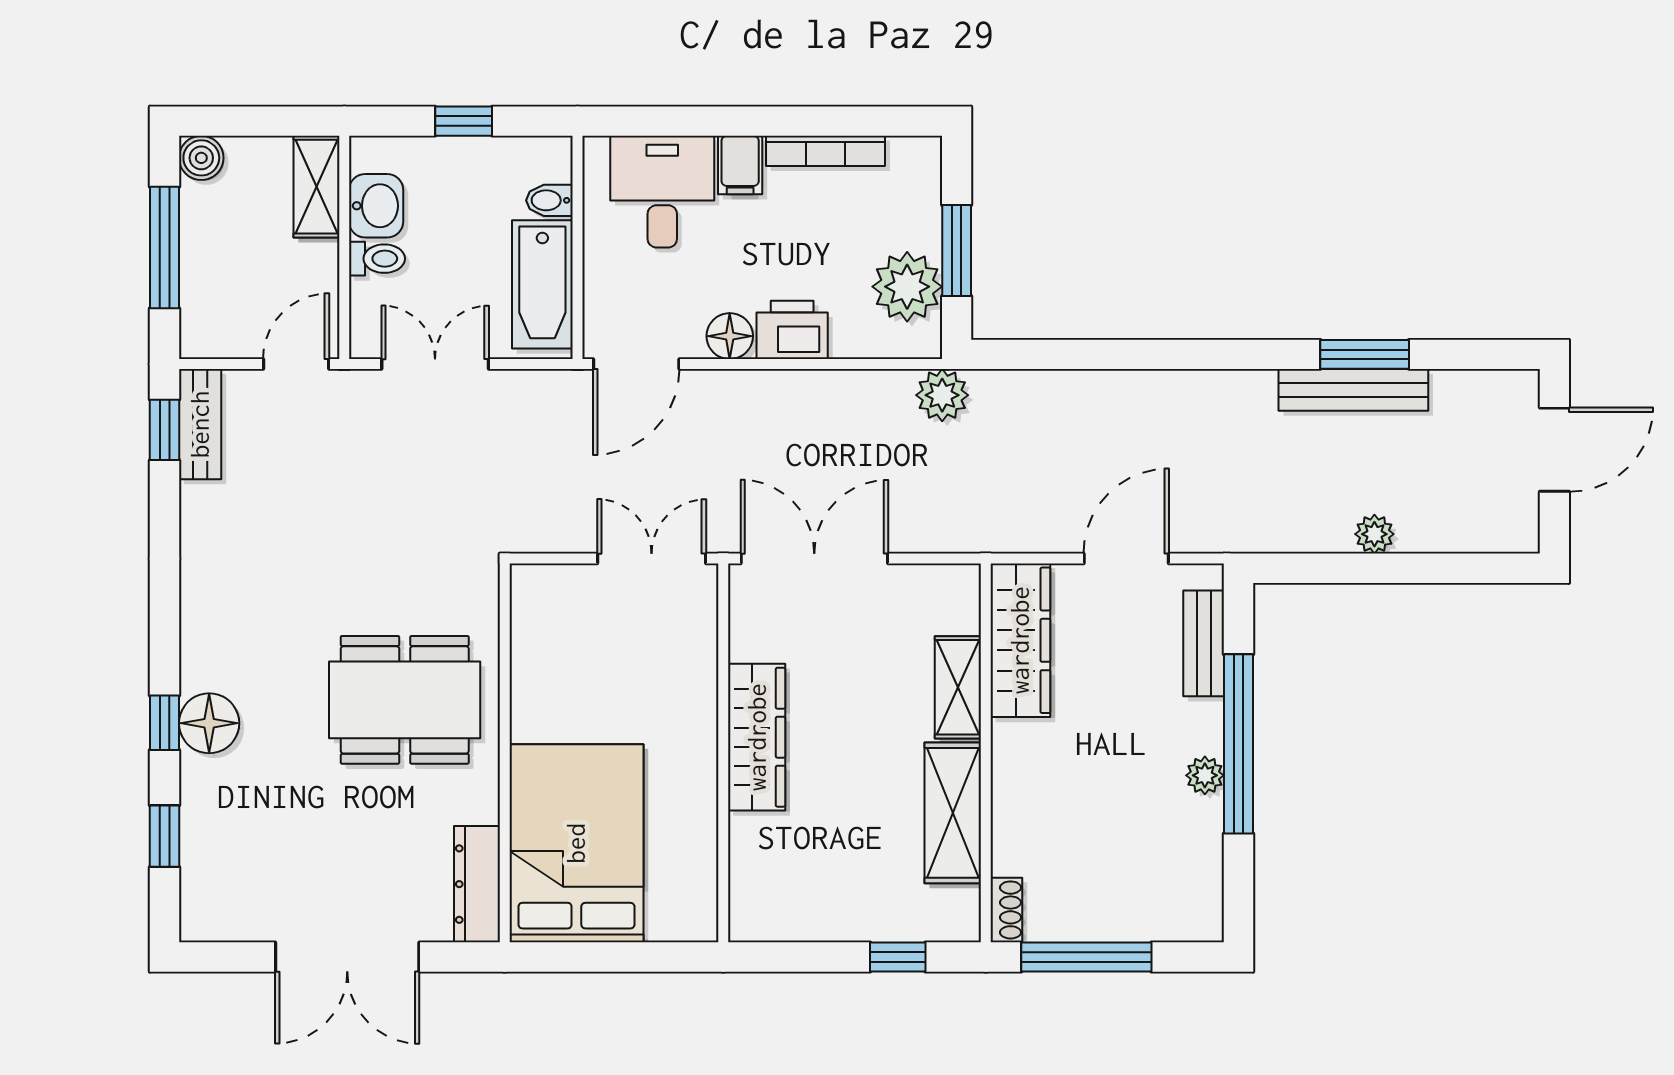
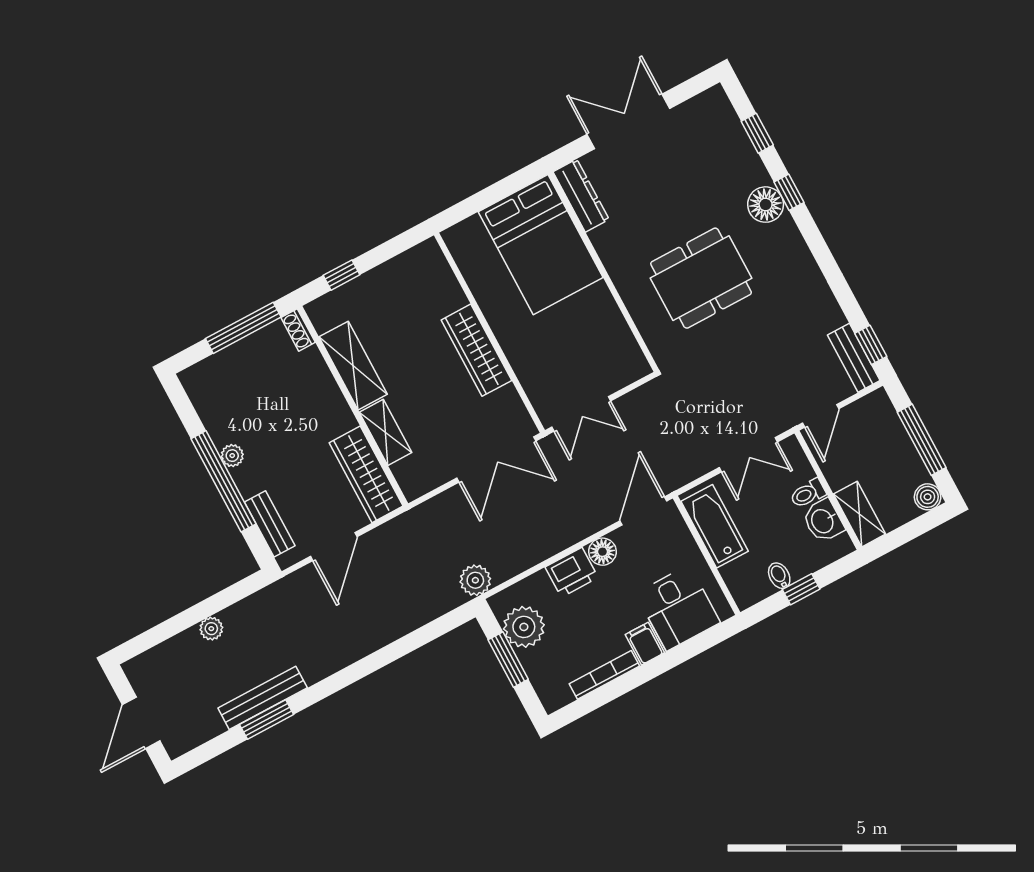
bidet: (549, 200) -> (779, 576), moved, turned -90
dining table: (405, 700) -> (701, 278), moved

